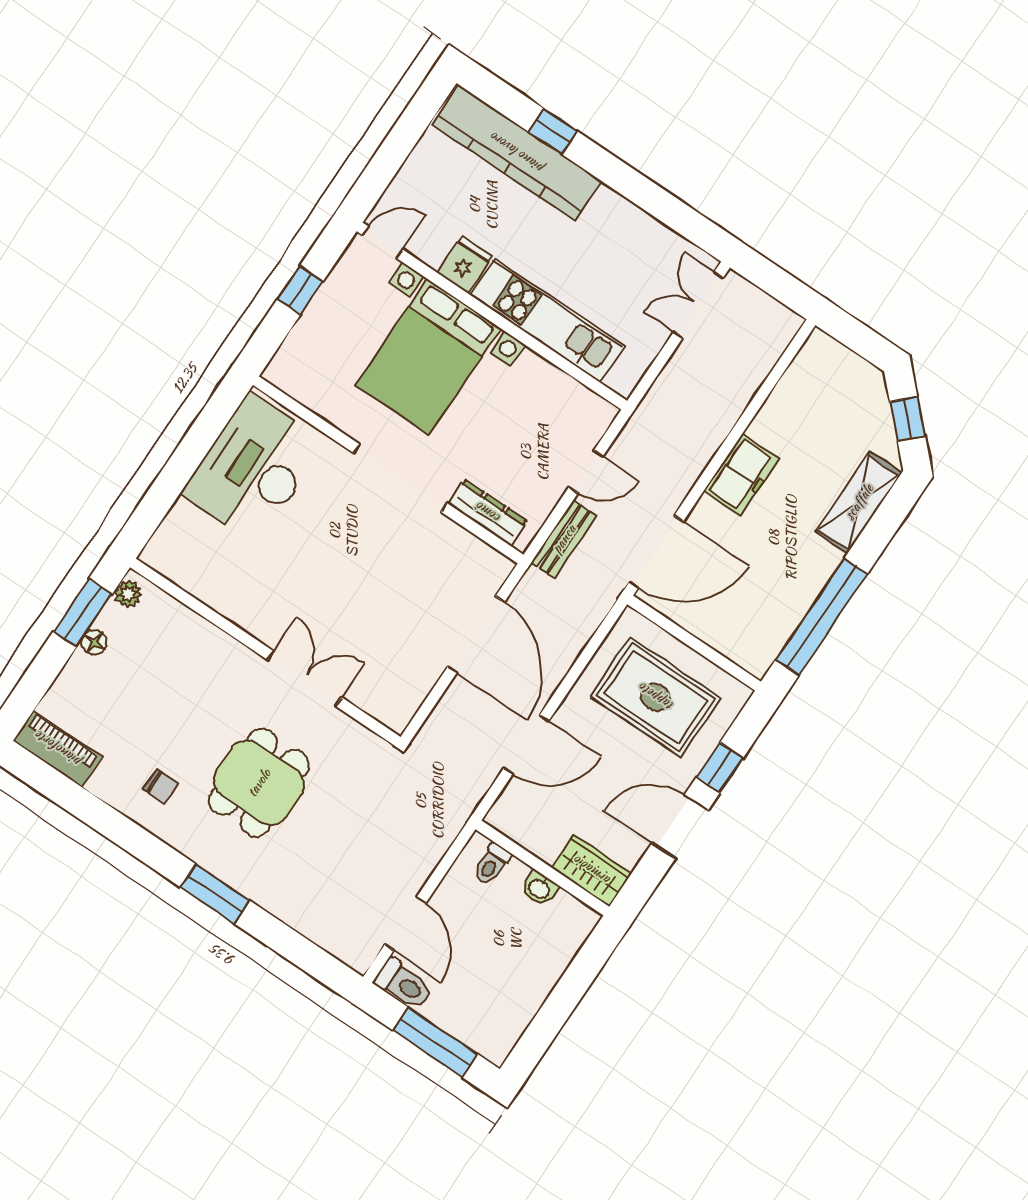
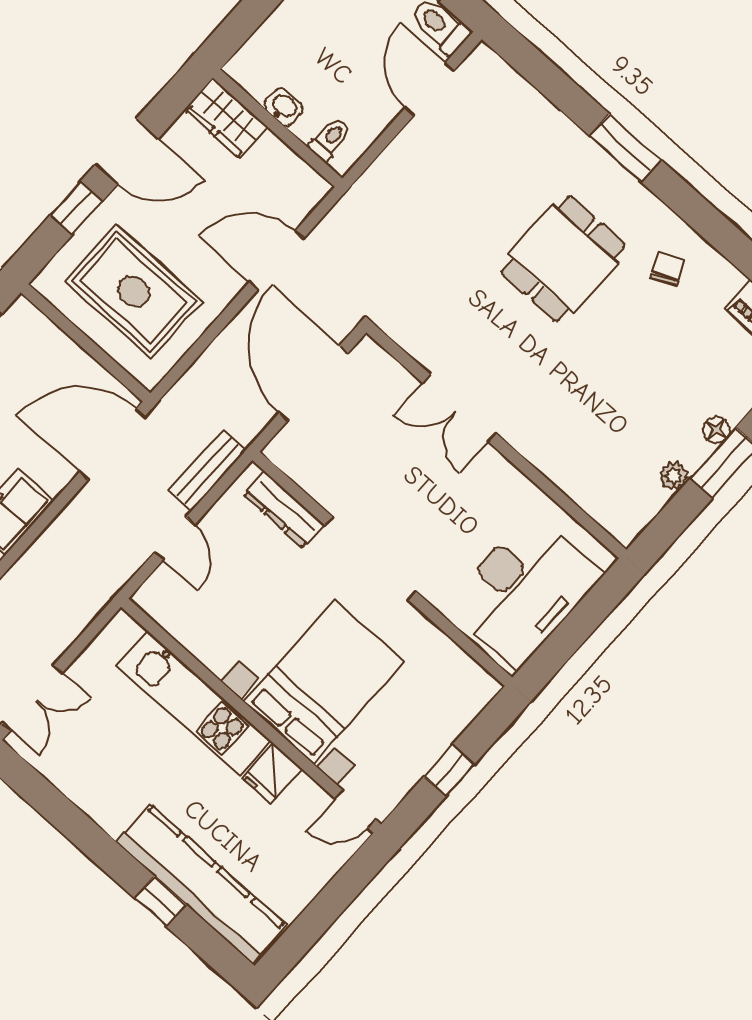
door: (586, 472) -> (175, 539), swing flipped
wall: (265, 652) -> (496, 441), moved
double door: (304, 679) -> (459, 408), moved
chair: (161, 786) -> (667, 269), turned 66

